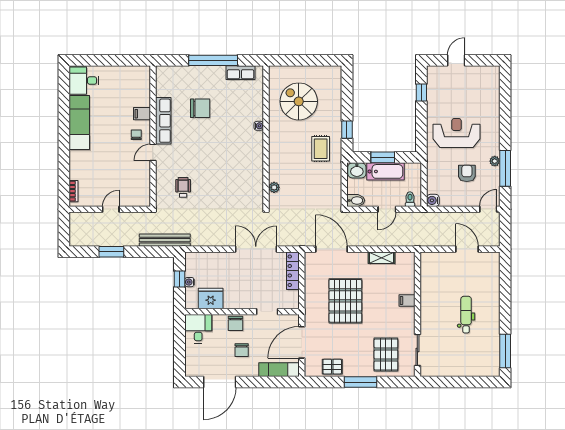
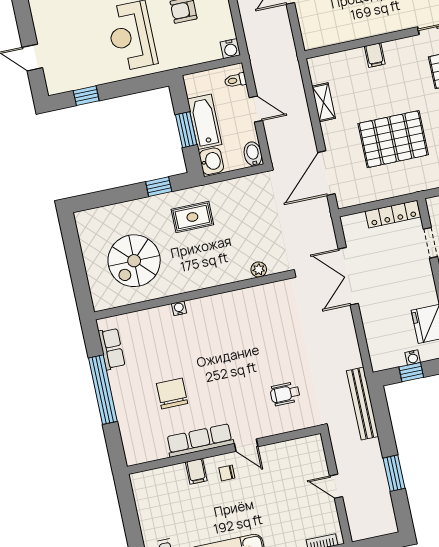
locker: (293, 271) -> (393, 214), moved

